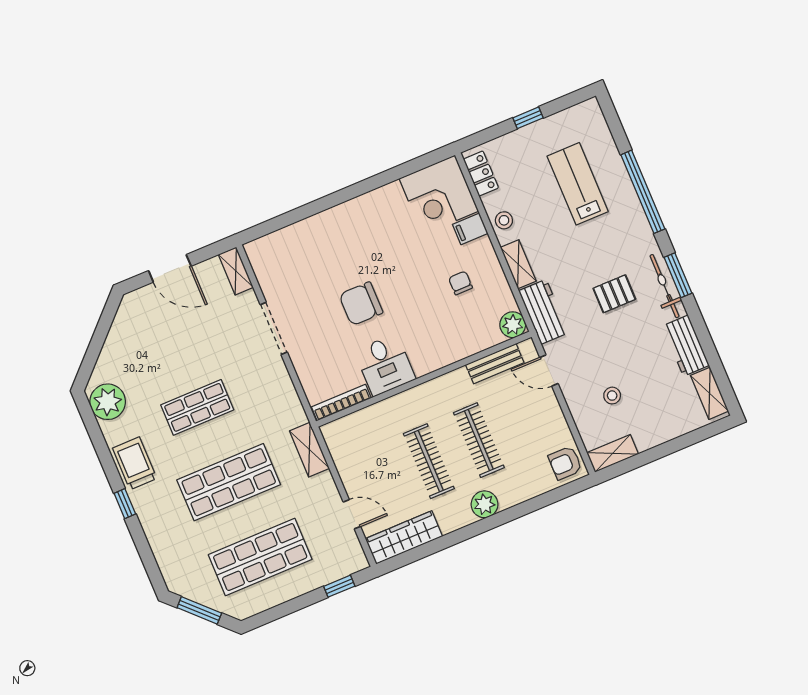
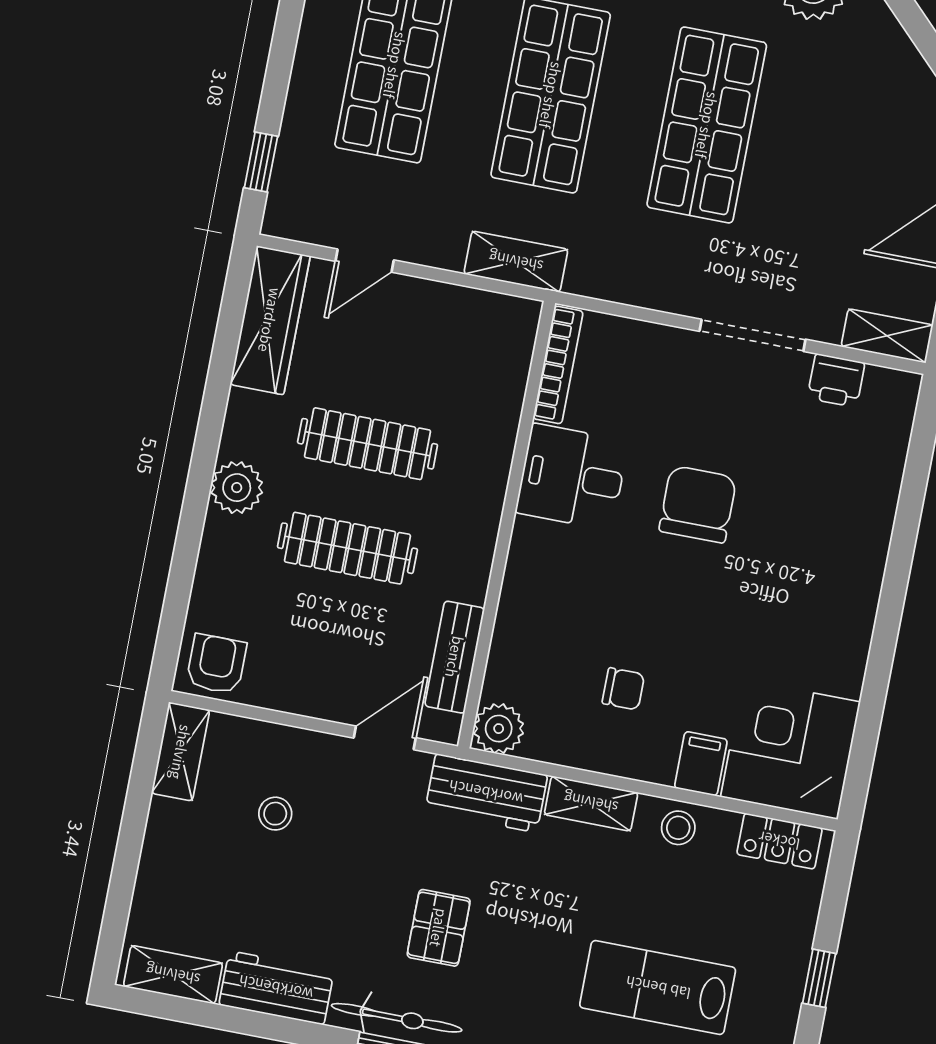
lab bench: (578, 184) -> (658, 988), turned 180
printer: (269, 280) -> (836, 380), added
shop shelf: (197, 407) -> (707, 125), width x1.43, depth x1.36

